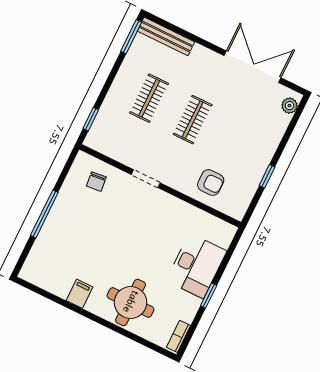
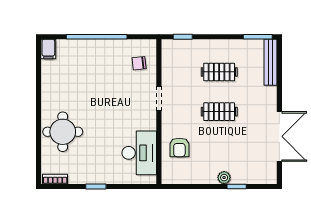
plant: (289, 106) -> (224, 178), moved
window: (267, 176) -> (237, 186), moved
window: (44, 214) -> (97, 37), width x1.46
desk: (196, 266) -> (139, 153), moved, turned -90
filing cabinet: (79, 294) -> (48, 49), moved, turned 90

